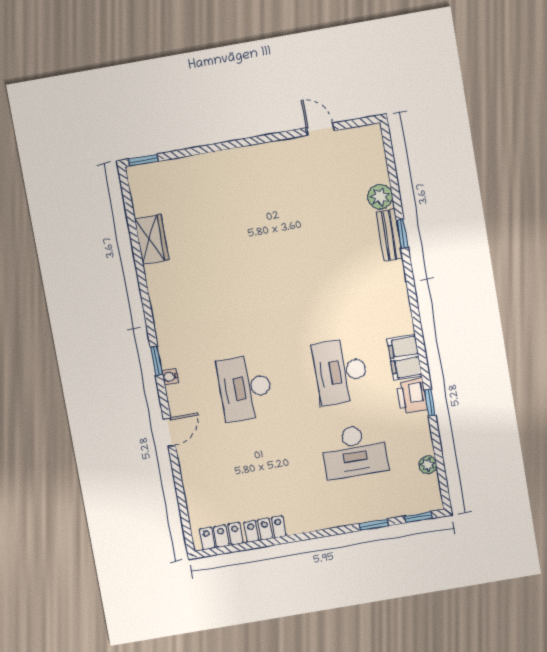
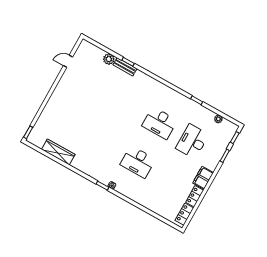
wardrobe: (152, 239) -> (58, 152), width x1.50
filing cabinet: (405, 357) -> (203, 178), moved, turned 90
printer: (412, 396) -> (189, 105), removed
door: (169, 432) -> (132, 202), removed
desk: (354, 451) -> (192, 141), turned 180

